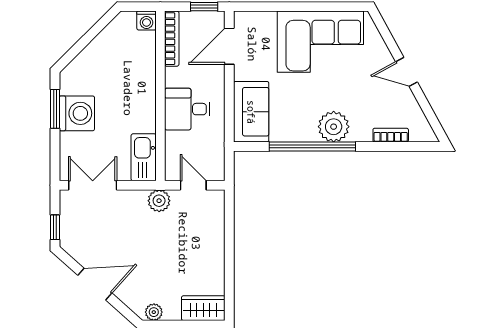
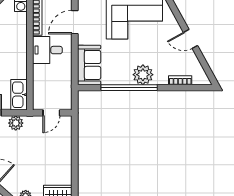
desk: (187, 109) -> (47, 50), moved
door: (193, 185) -> (51, 113), swing flipped
plant: (159, 201) -> (16, 123), moved

